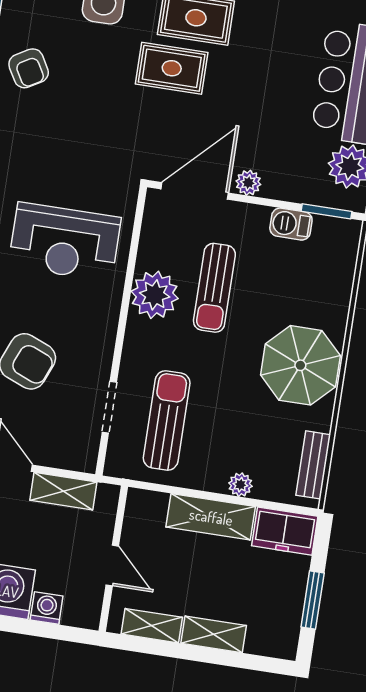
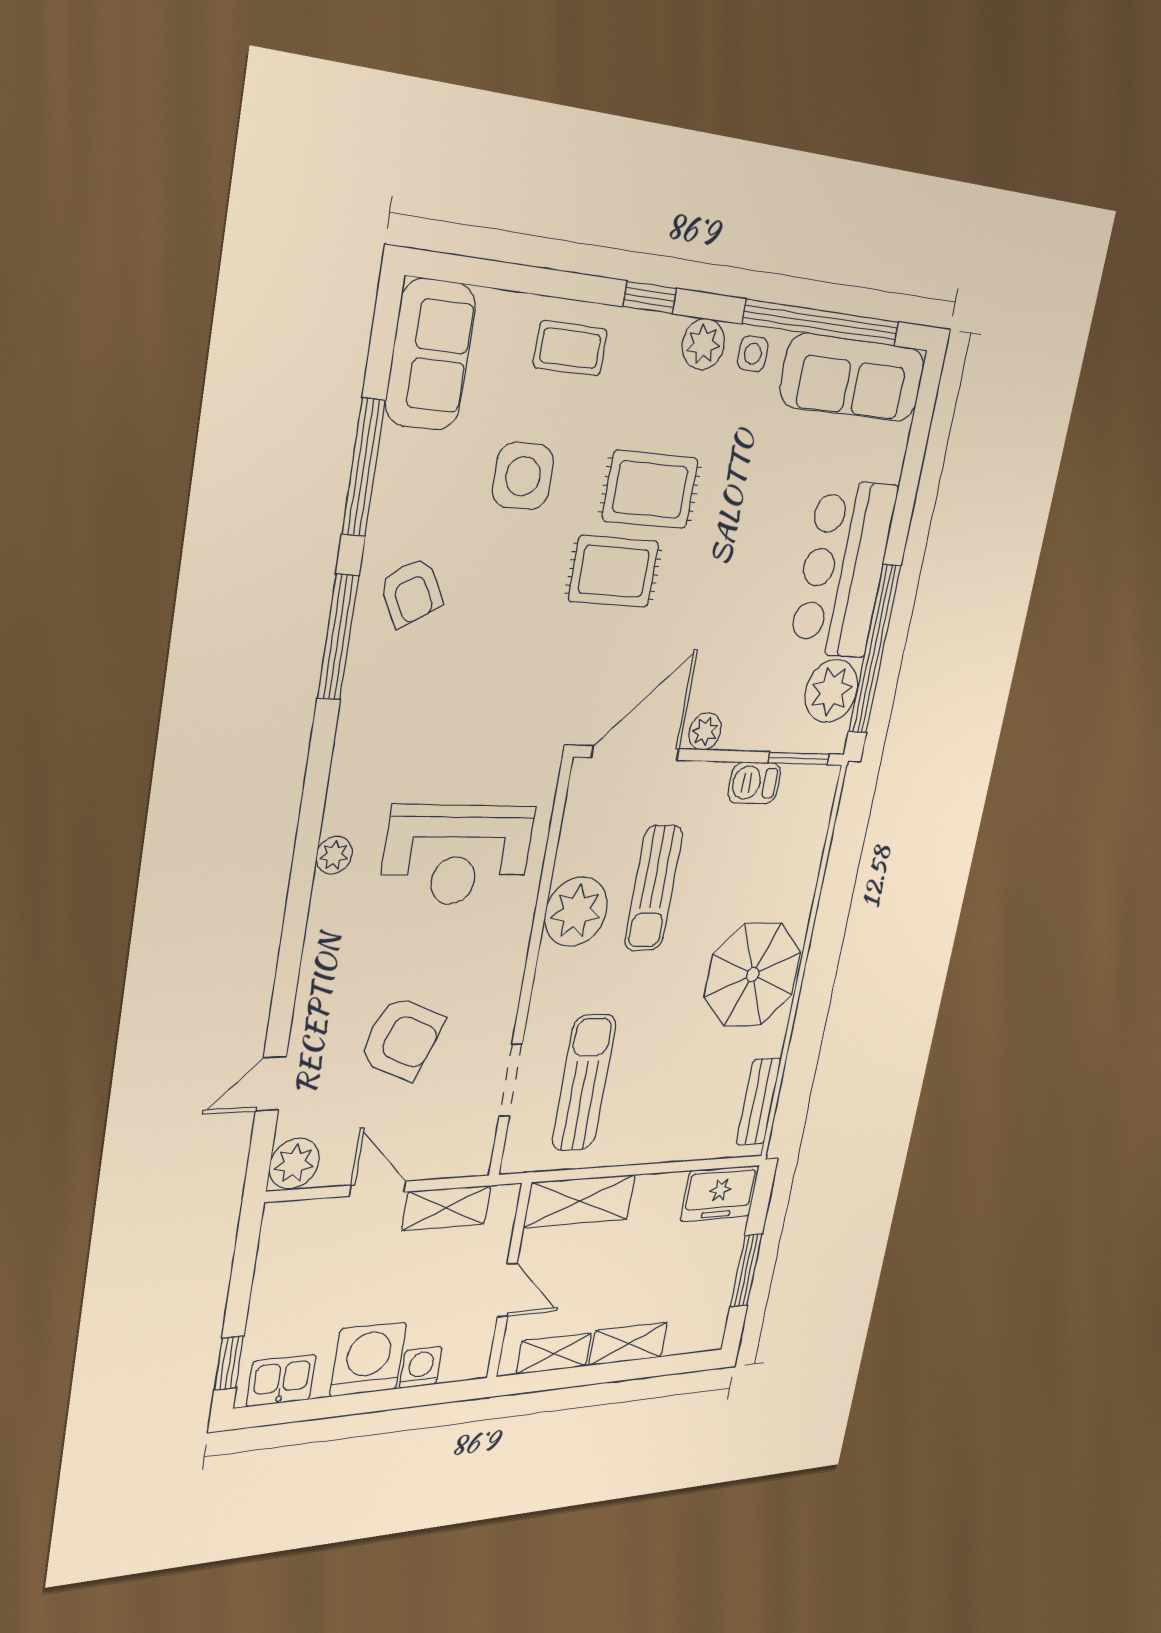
plant: (240, 485) -> (671, 1147), removed
shelving: (211, 517) -> (580, 1201), moved

